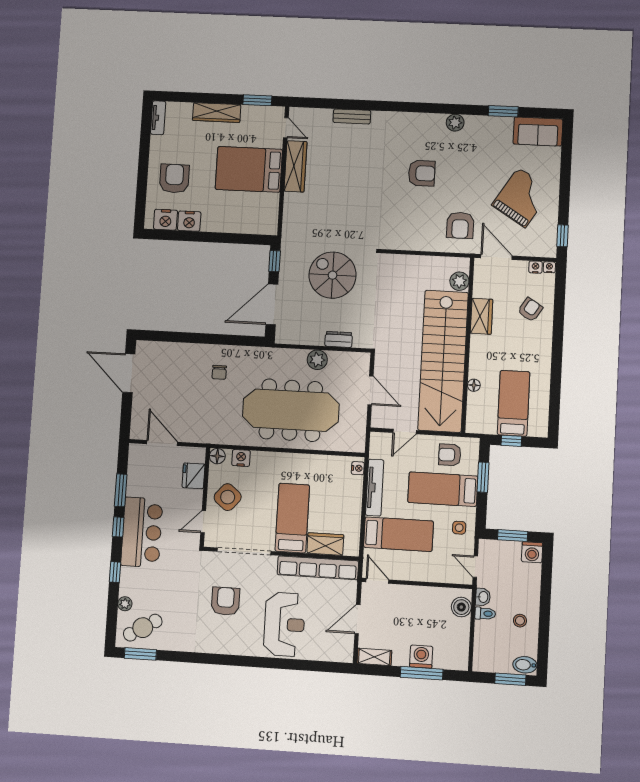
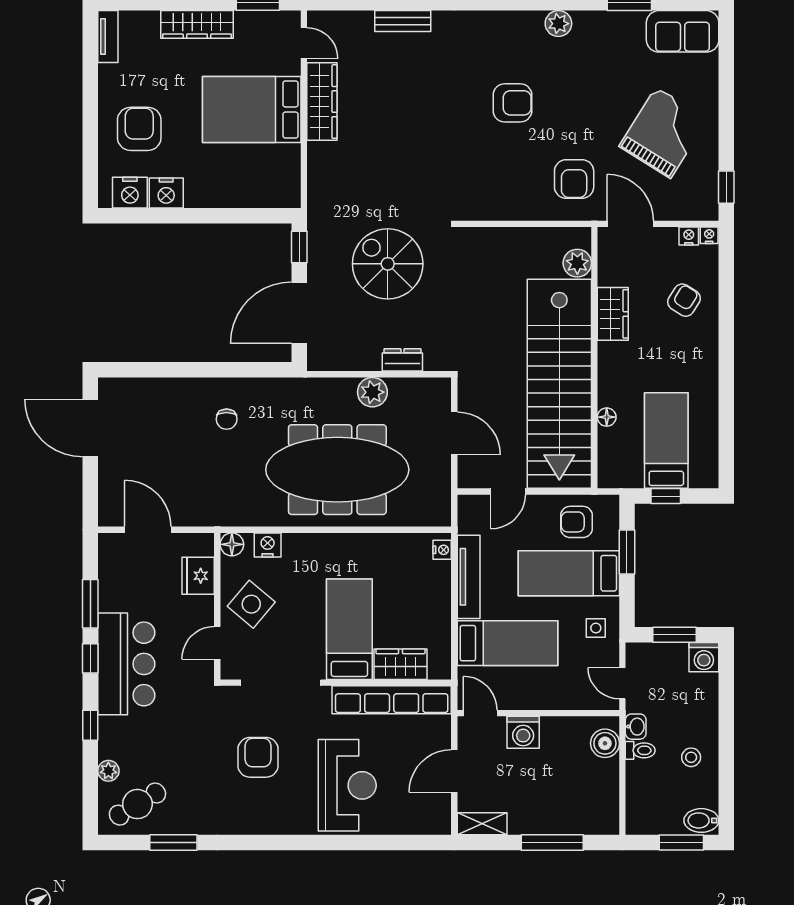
window: (140, 654) -> (173, 843), moved
washing machine: (421, 657) -> (523, 732), moved, turned 180

